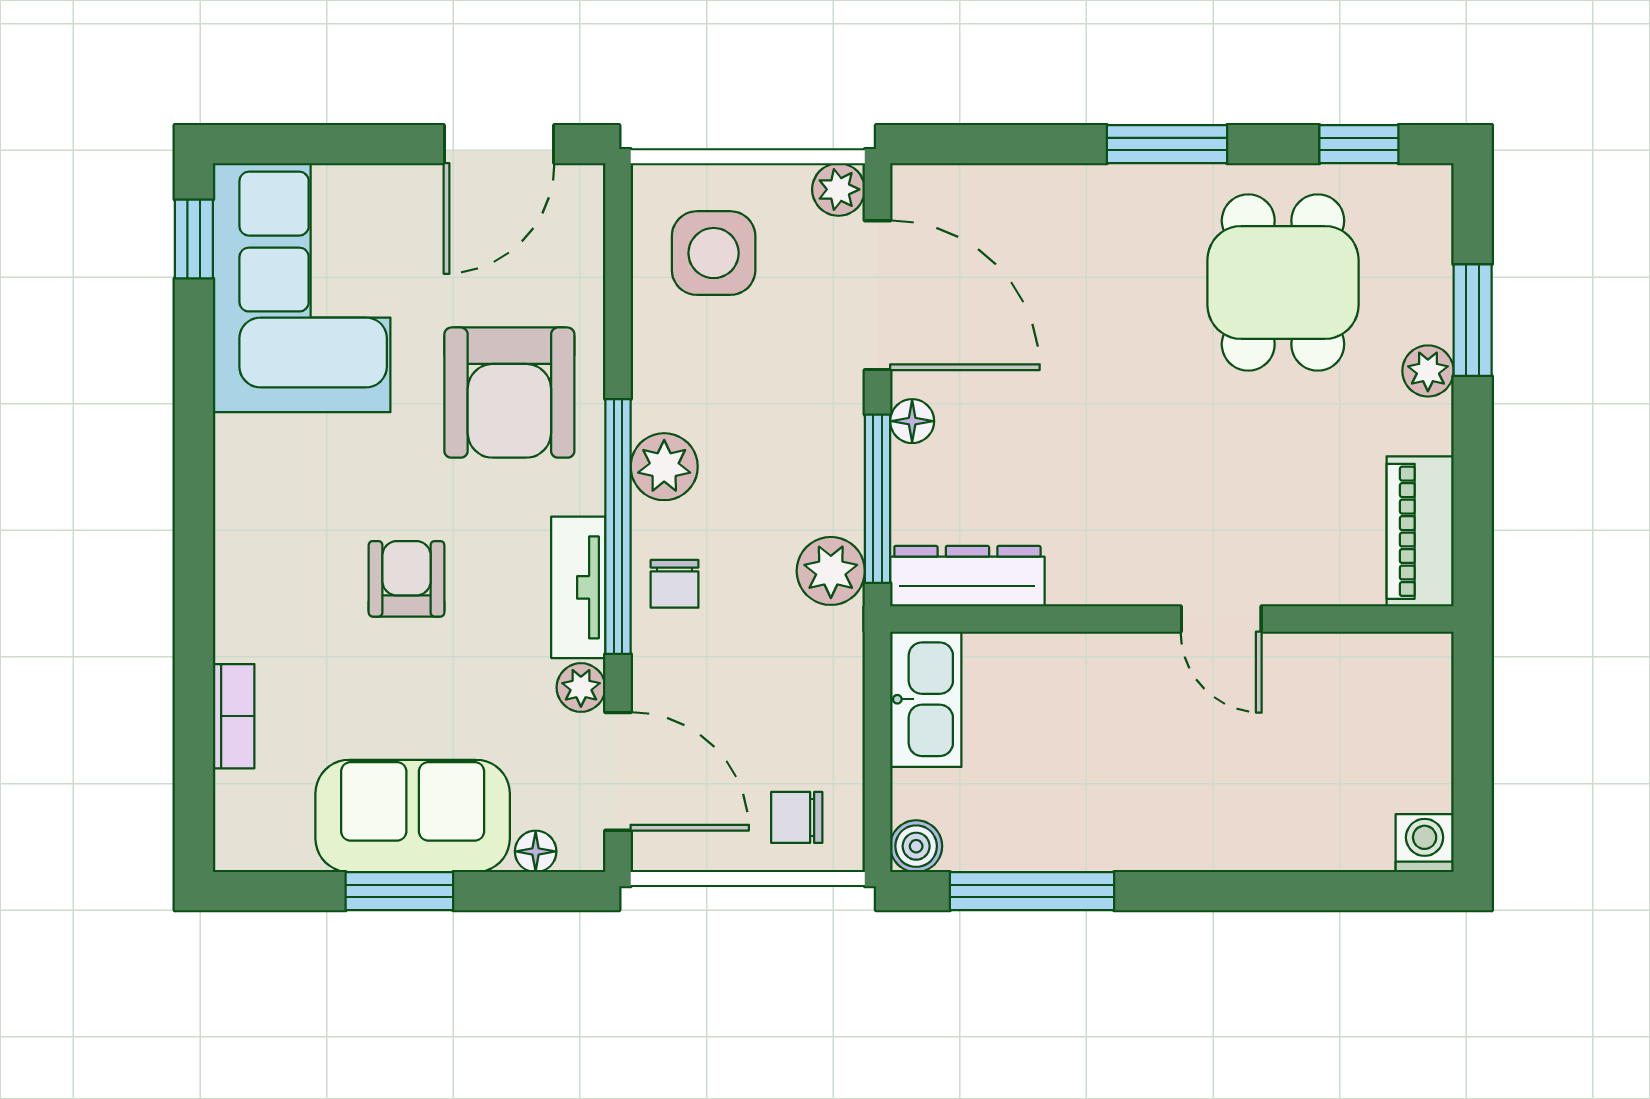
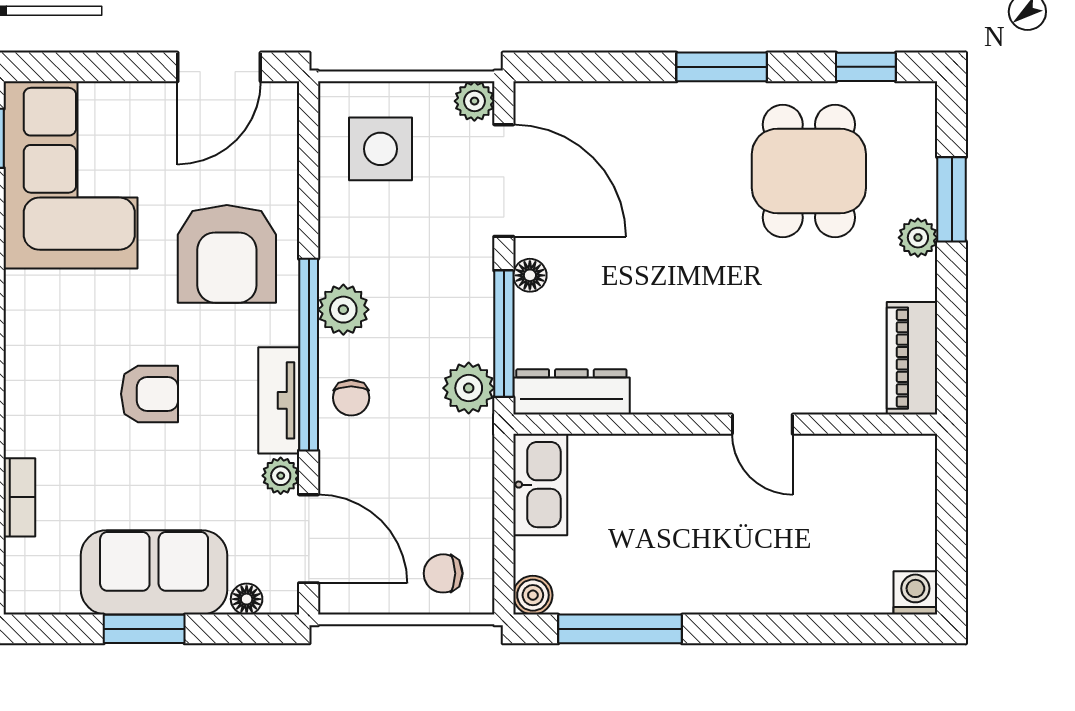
armchair: (407, 579) -> (149, 394), turned 90

